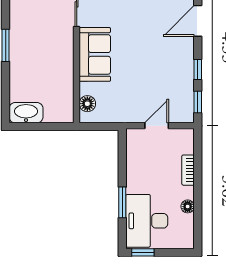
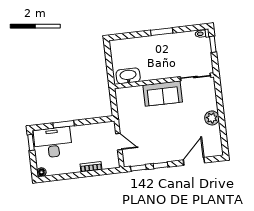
door: (198, 21) -> (194, 161), hinge flipped
floor lamp: (87, 104) -> (128, 92), removed
washbasin: (26, 113) -> (128, 76), moved, turned -90
floor lamp: (188, 206) -> (41, 172), moved

